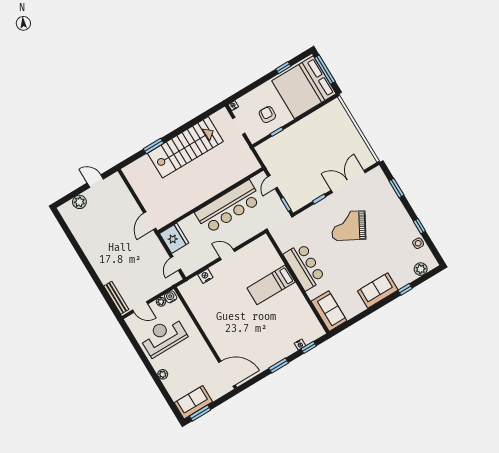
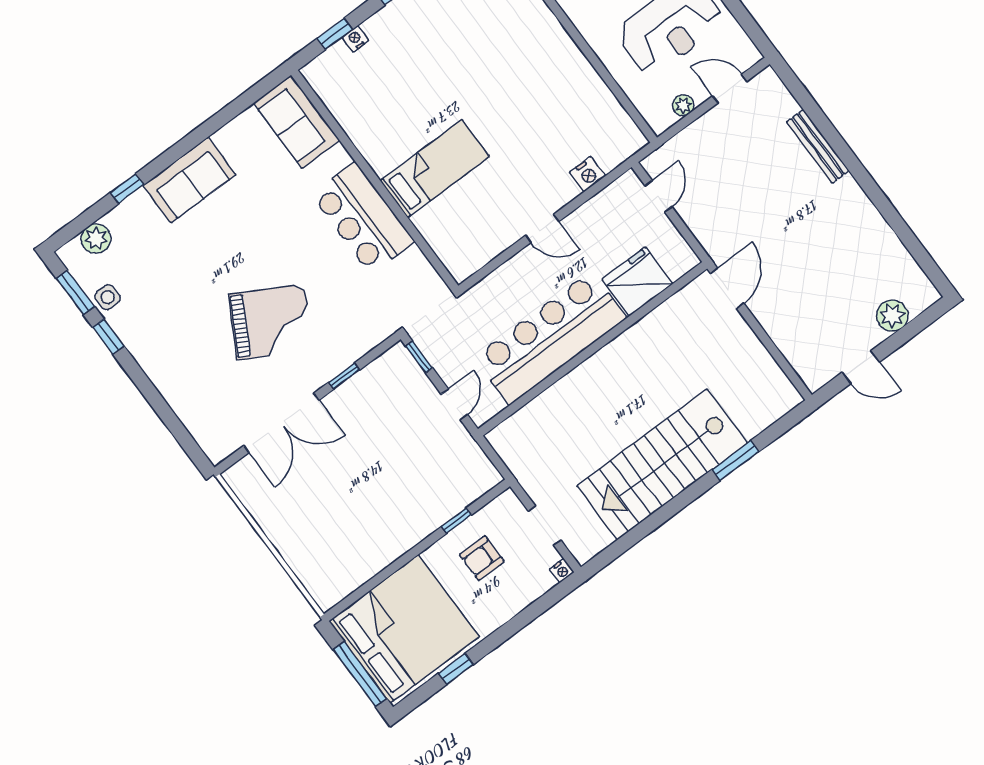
armchair: (267, 115) -> (482, 558), turned 86
window: (396, 188) -> (75, 293), moved
fridge: (174, 238) -> (637, 282), moved, turned 90
water cooler: (171, 297) -> (662, 119), removed
bench: (116, 298) -> (818, 146), moved

